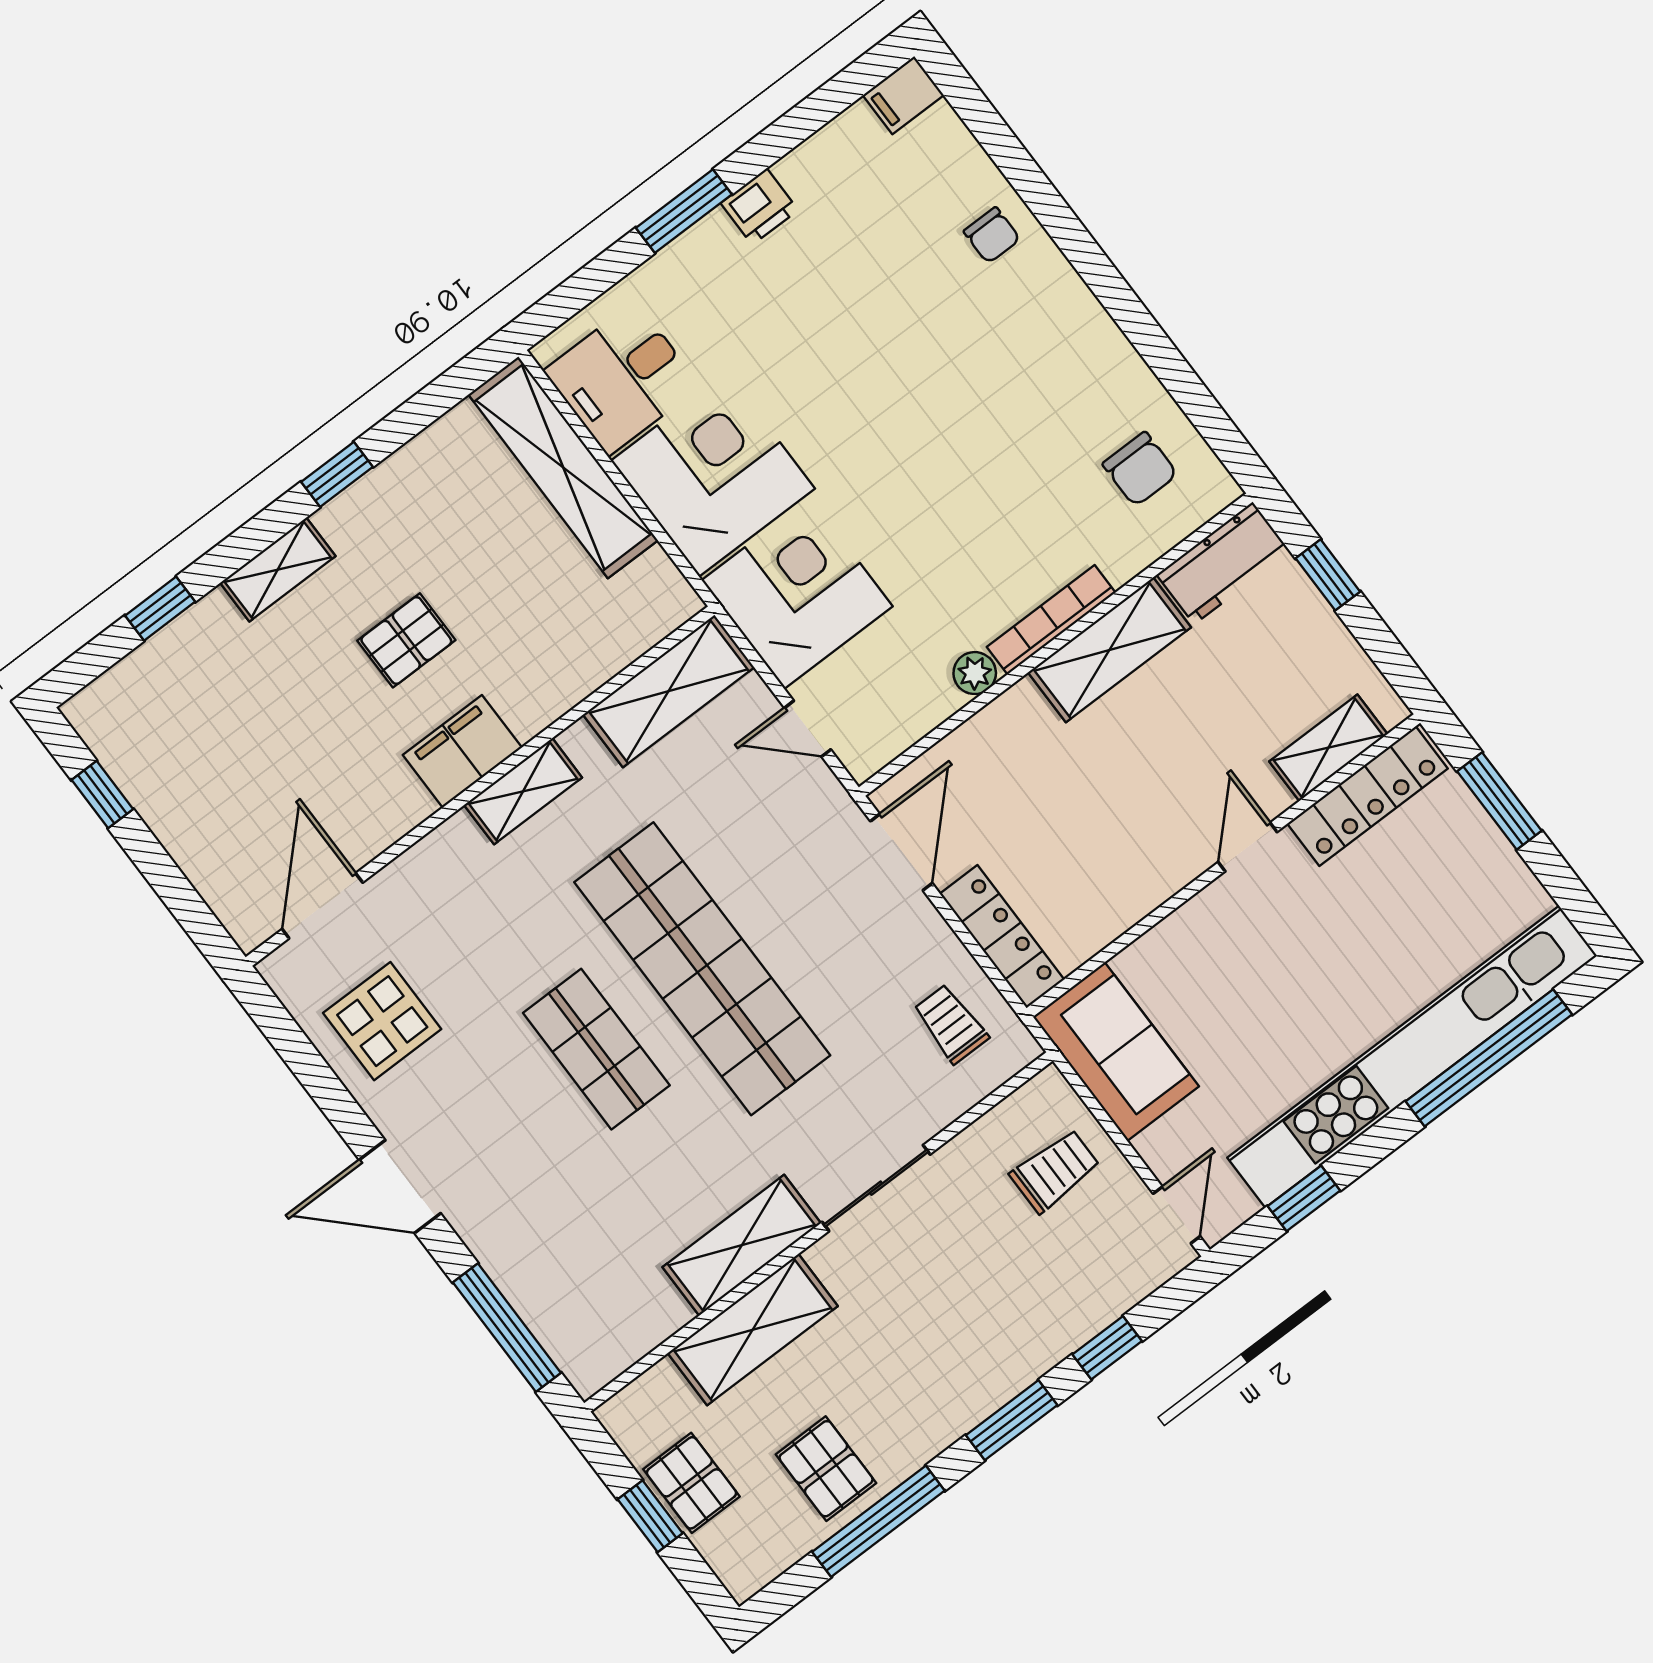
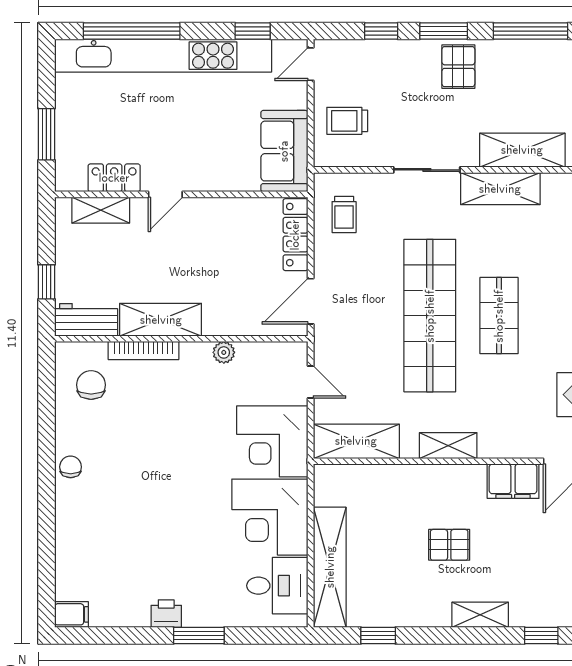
chair: (992, 235) -> (71, 467), moved
window: (337, 474) -> (378, 636), moved
bookcase: (1051, 620) -> (143, 350), moved
filing cabinet: (462, 751) -> (513, 481), moved
locker: (1368, 796) -> (114, 178), width x0.66
pallet: (826, 1469) -> (458, 67), moved

